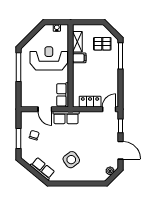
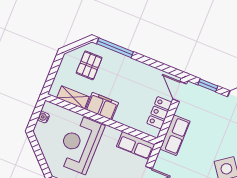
filing cabinet: (79, 58) -> (102, 106), width x2.00
row of seats: (66, 118) -> (175, 135), moved

